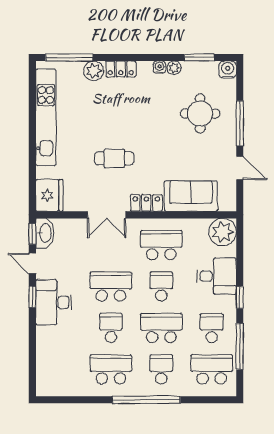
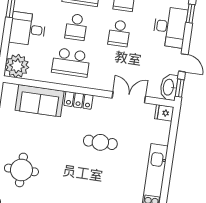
fridge: (49, 195) -> (164, 113), width x0.53, depth x0.75
double door: (107, 215) -> (129, 97), moved
school desk: (111, 287) -> (119, 33), width x0.54
window: (32, 297) -> (191, 14), moved

